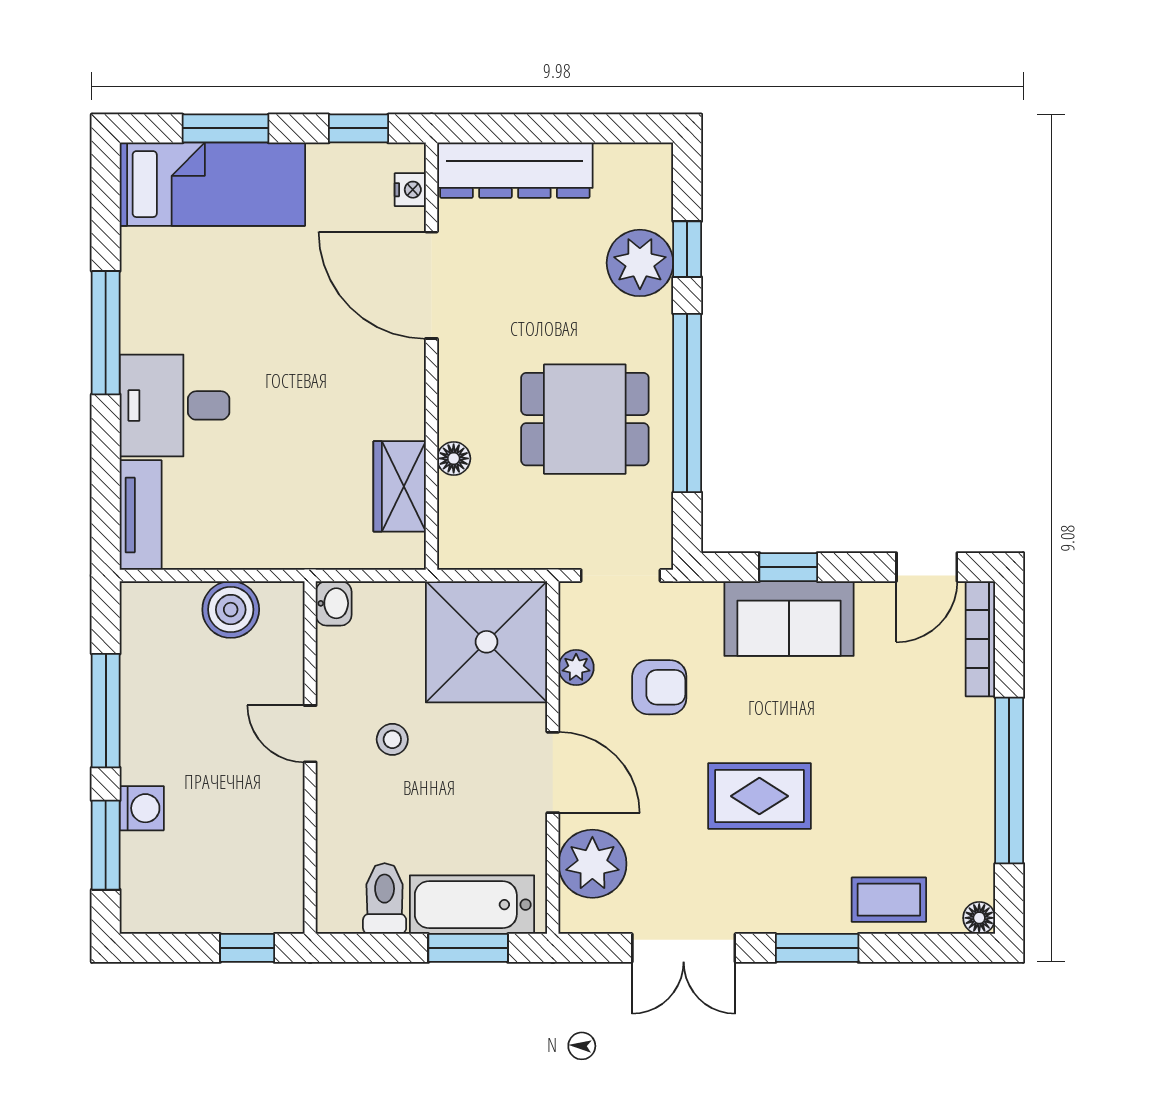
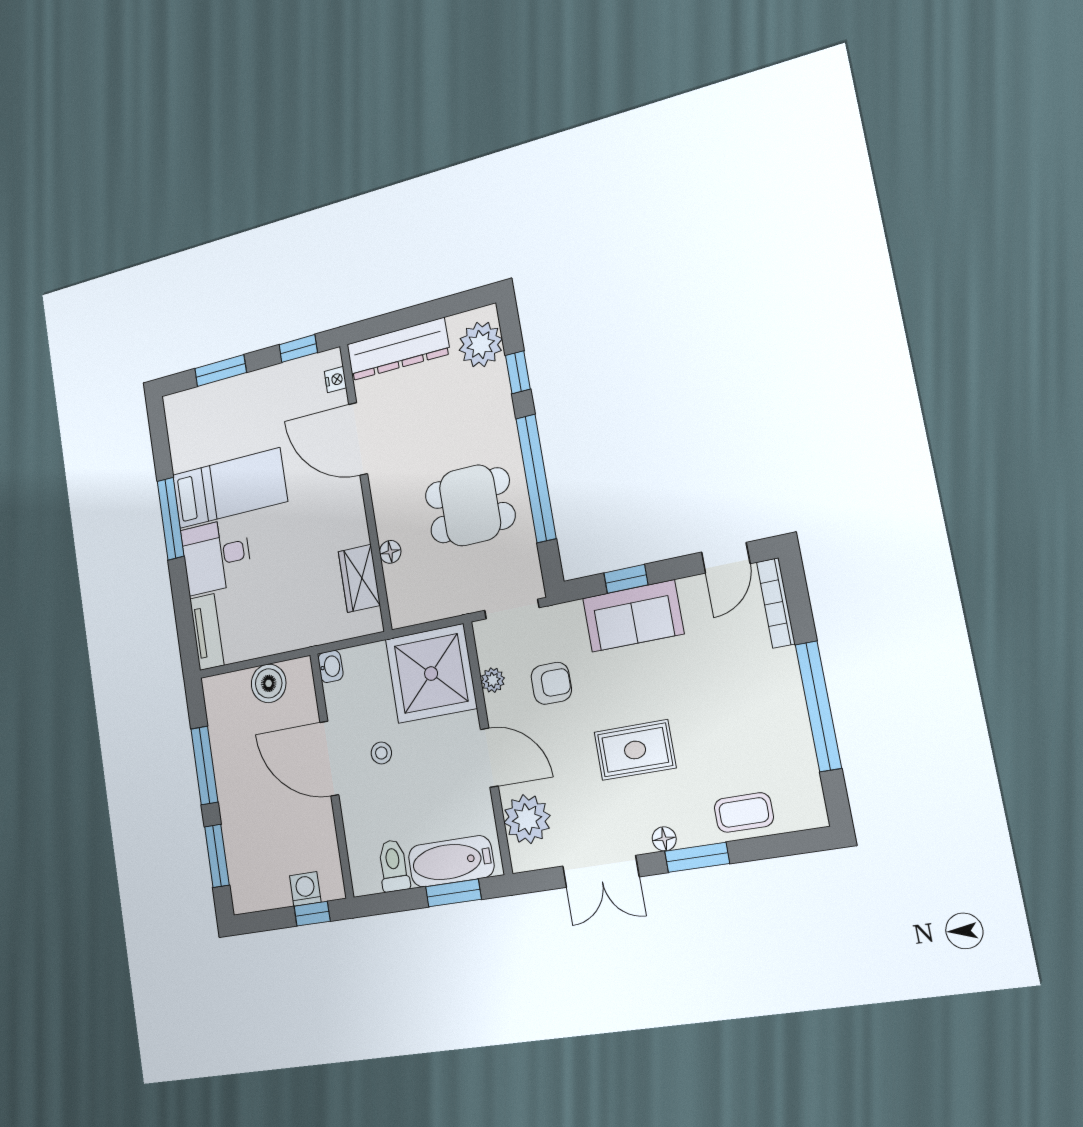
bed: (212, 184) -> (229, 488), moved
plant: (640, 263) -> (481, 344), moved
door: (310, 734) -> (329, 758), width x1.87
washing machine: (142, 808) -> (305, 889), moved, turned -90
floor lamp: (979, 918) -> (664, 839), moved

